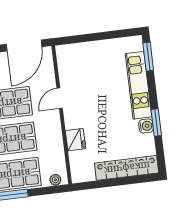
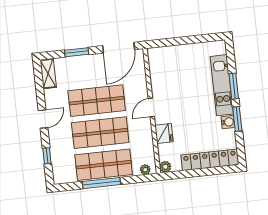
window: (148, 57) -> (234, 86), moved
door: (60, 98) -> (151, 108), moved
plant: (77, 176) -> (165, 167), added

